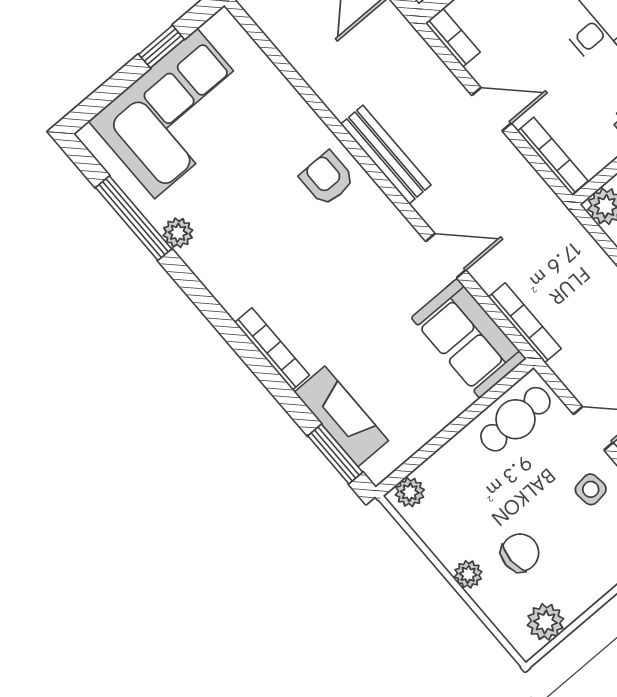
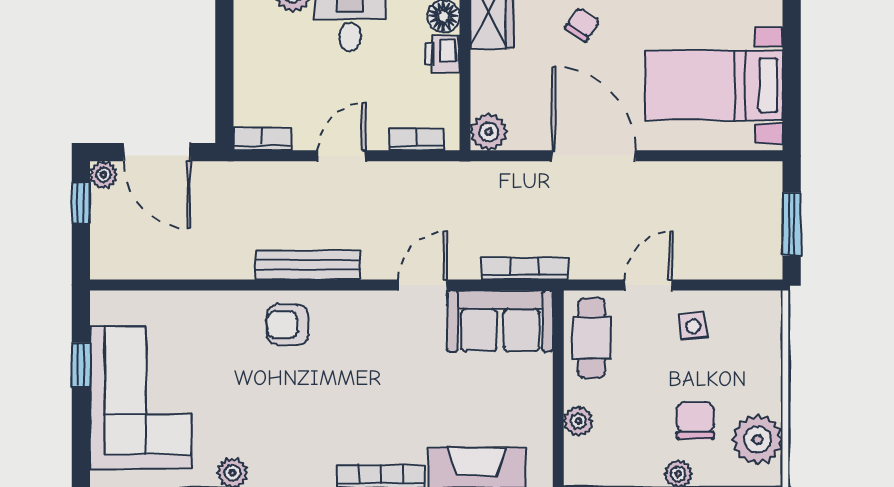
bookcase: (553, 156) -> (416, 140), width x0.64
plant: (410, 492) -> (578, 421), moved
plant: (545, 622) -> (758, 439), width x1.36, depth x1.36

